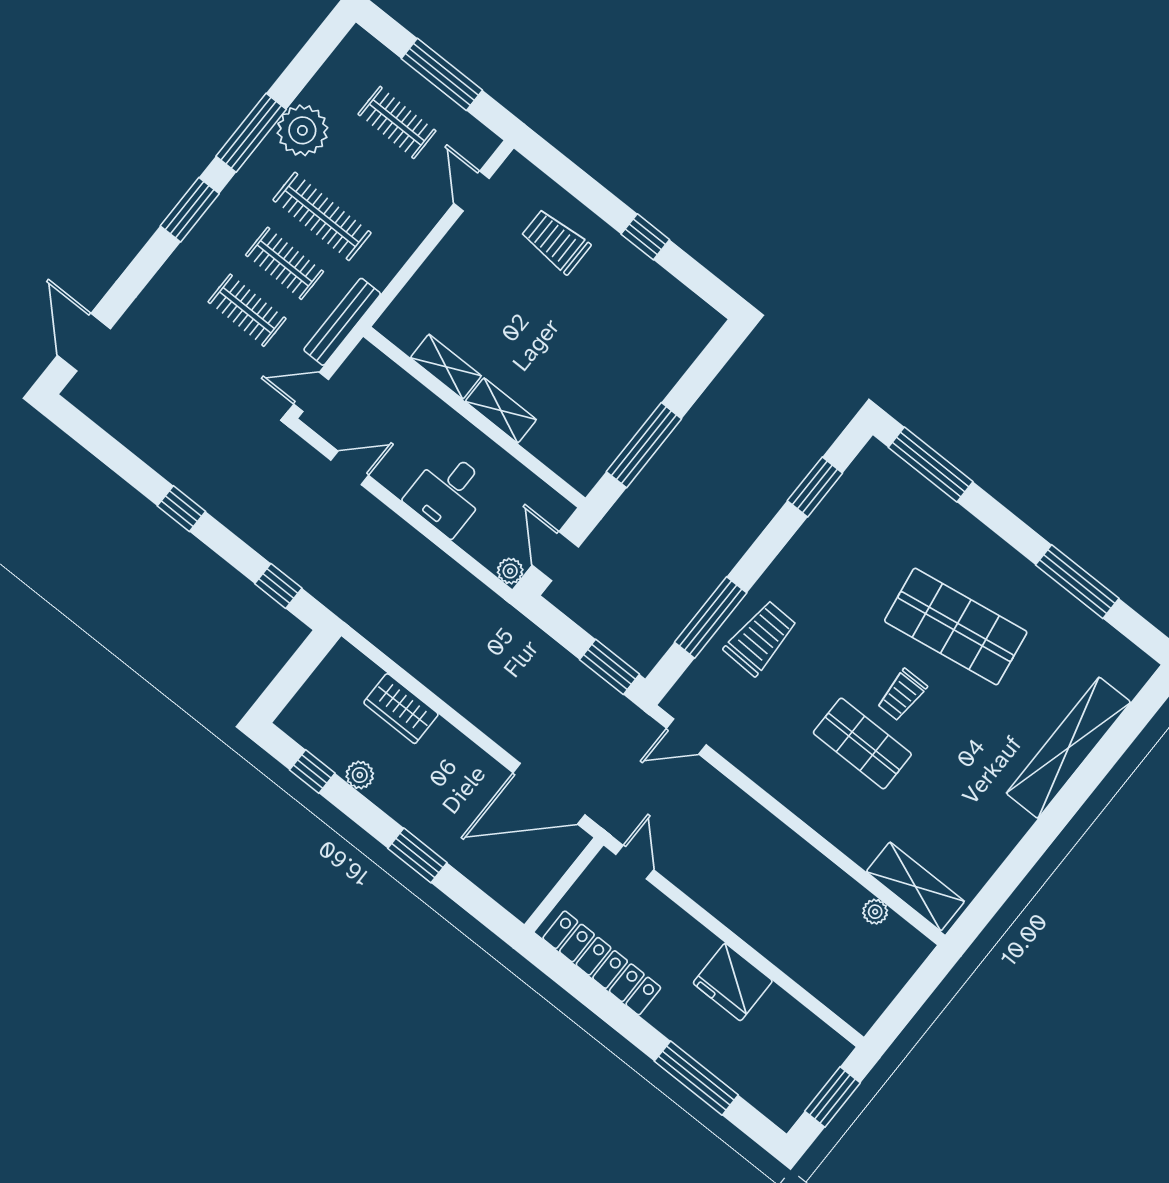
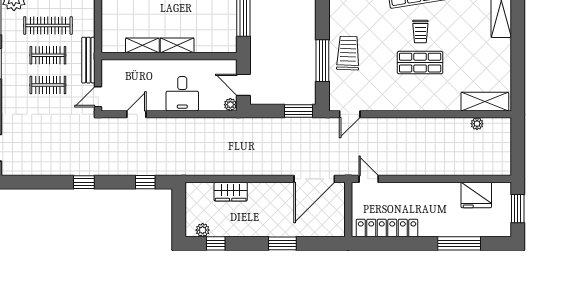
plant: (360, 775) -> (203, 230), moved
fridge: (733, 982) -> (476, 195), moved

